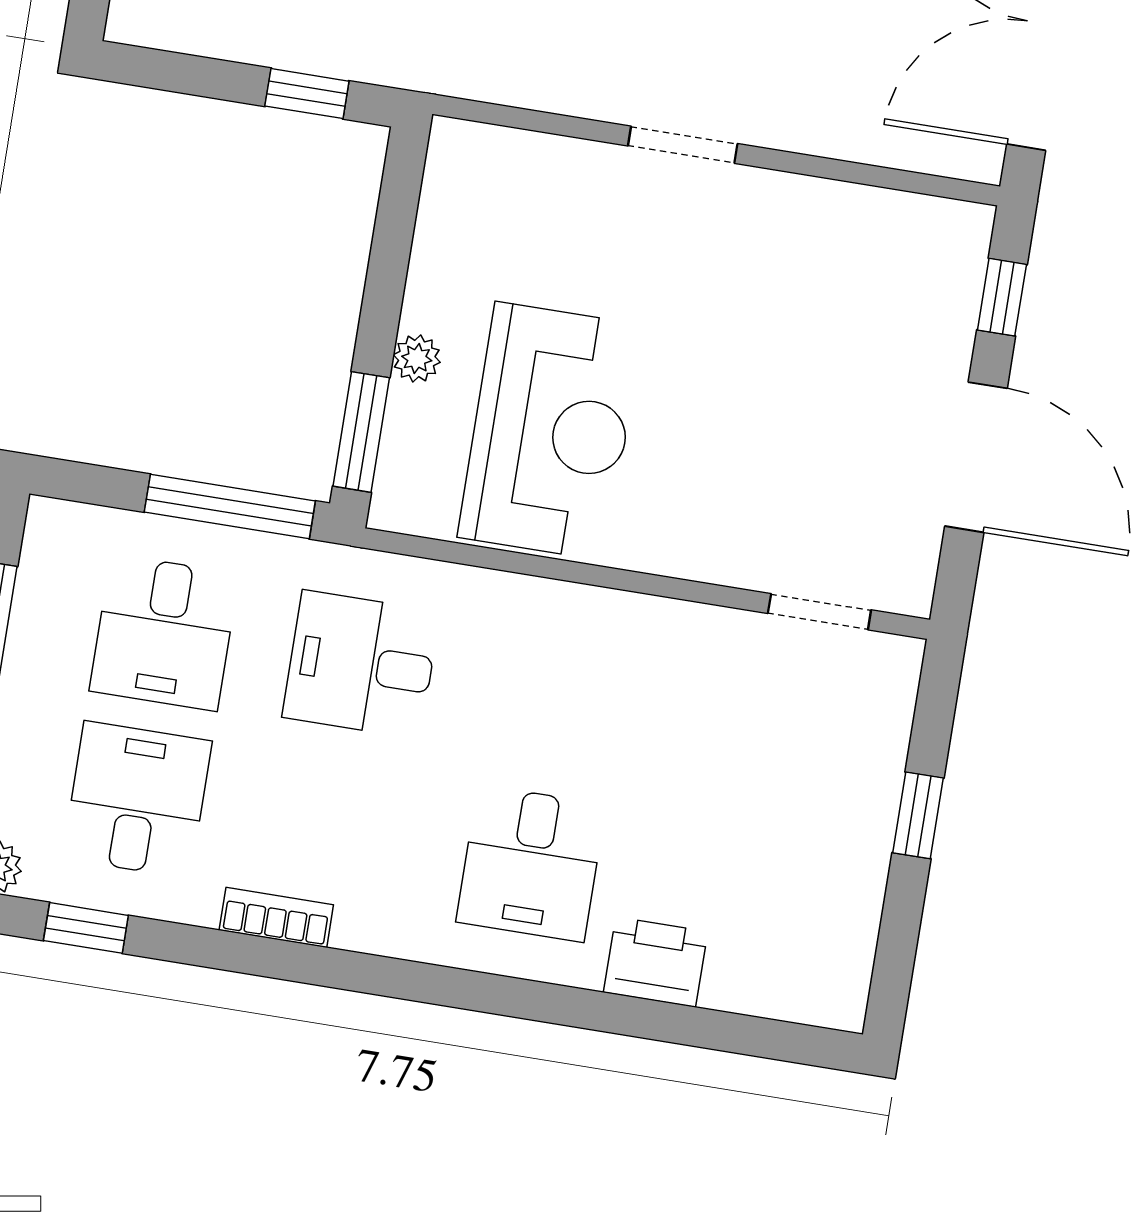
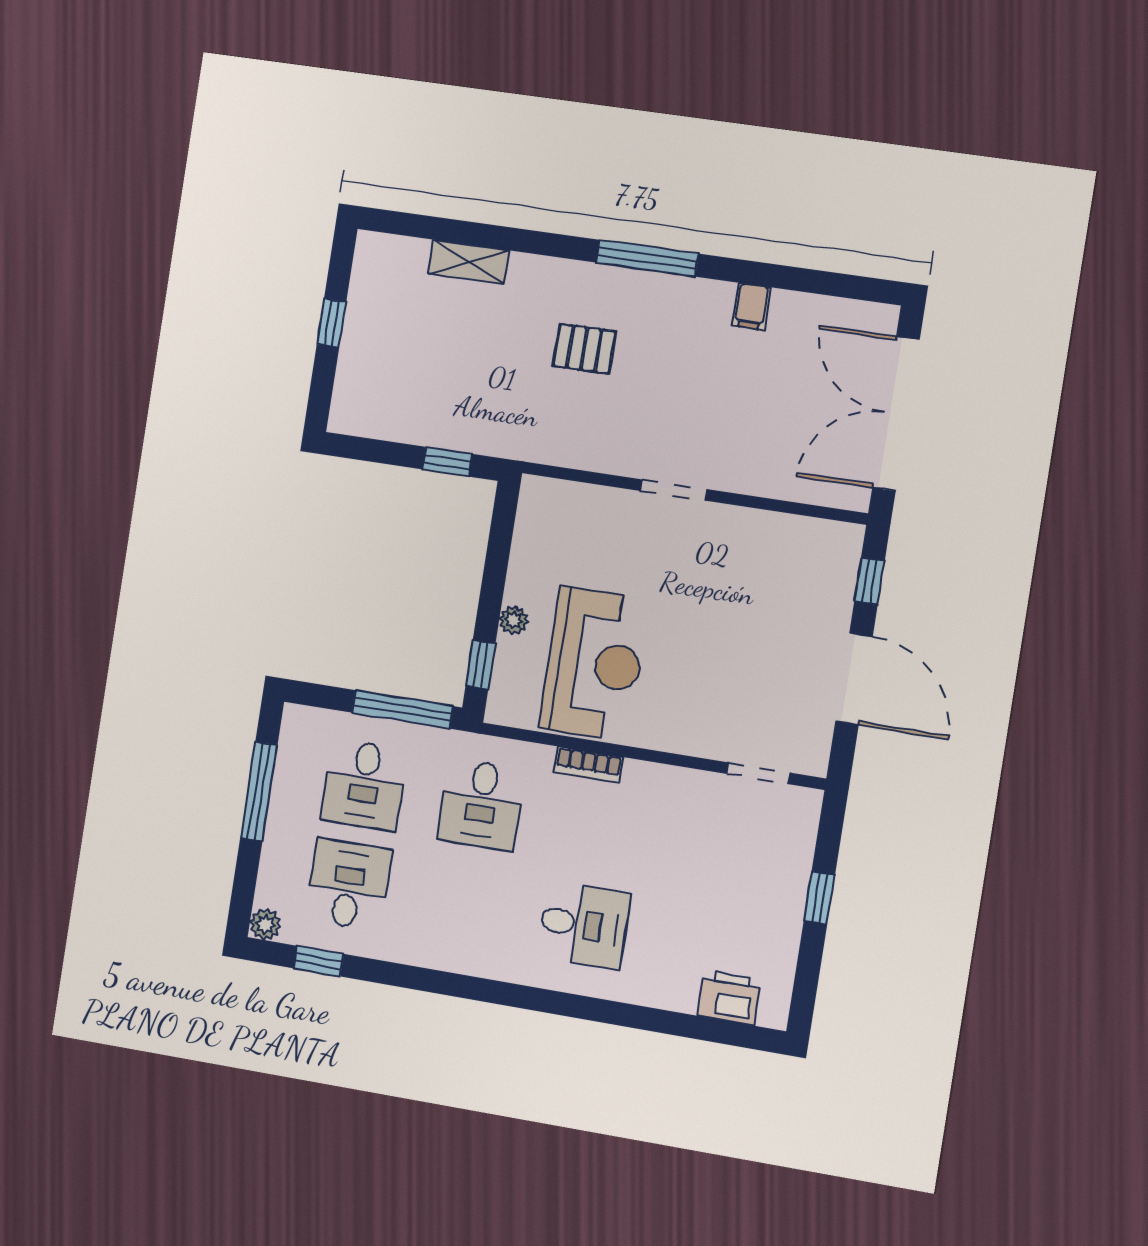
window: (361, 432) -> (481, 665), width x0.67
desk: (361, 664) -> (481, 804), turned -90
desk: (531, 863) -> (584, 925), turned -90
bookcase: (276, 917) -> (588, 765), moved, turned 180
printer: (656, 962) -> (729, 998), moved

